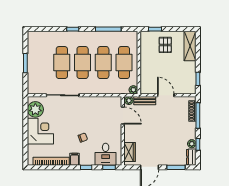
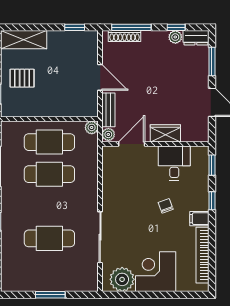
cafe table: (83, 63) -> (49, 206), removed
door: (166, 95) -> (100, 77), swing flipped
wardrobe: (130, 152) -> (165, 133), moved
desk: (106, 154) -> (174, 163), moved, turned -90

